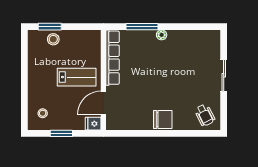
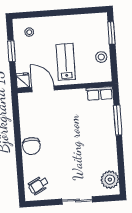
plant: (162, 35) -> (110, 180), moved, width x1.88, depth x1.88
stool: (53, 39) -> (101, 57), moved
row of seats: (113, 58) -> (100, 93), width x0.50
lab bench: (77, 77) -> (66, 62), turned 180

